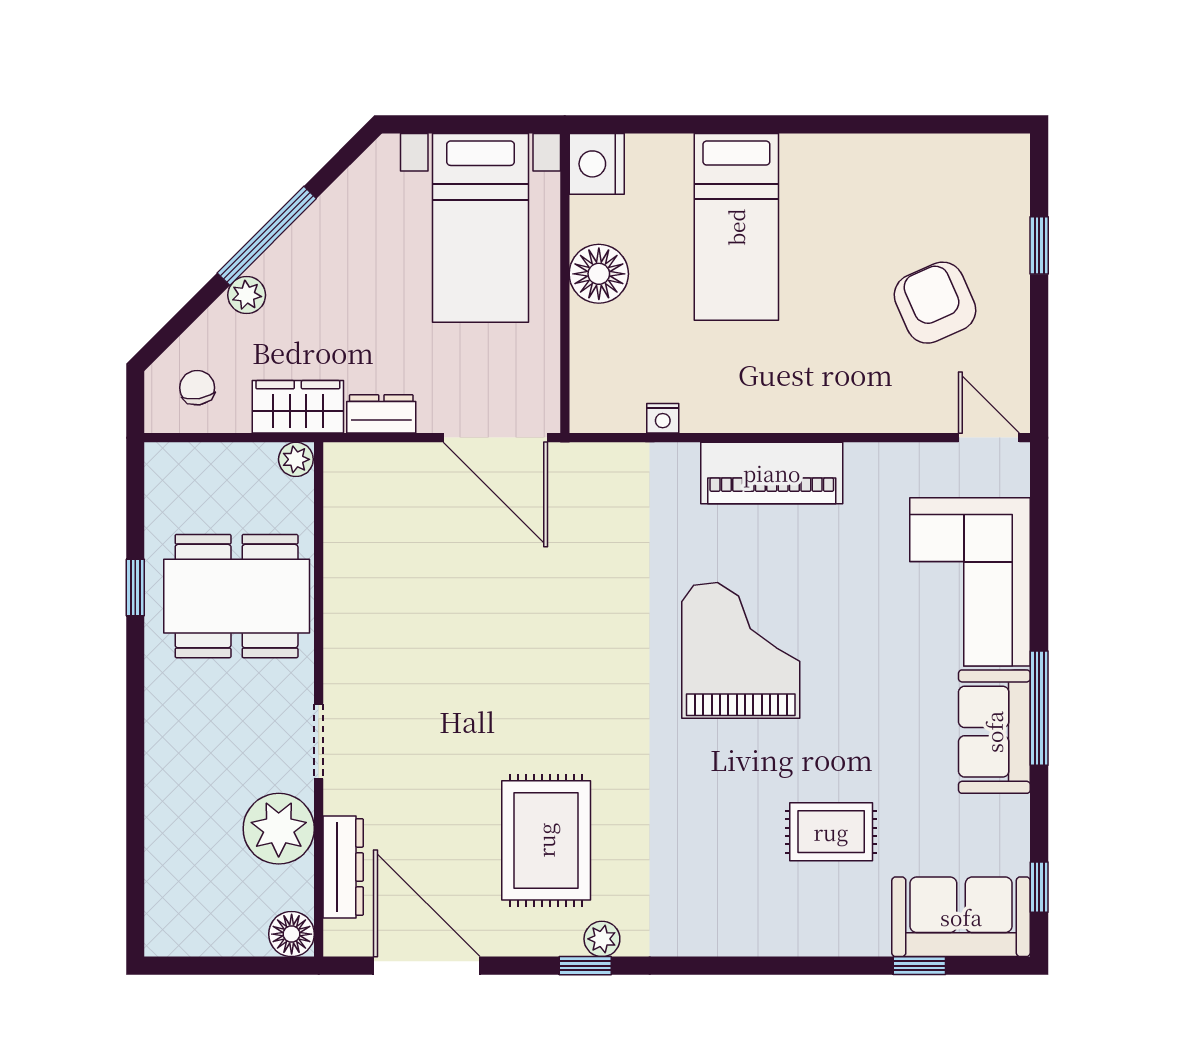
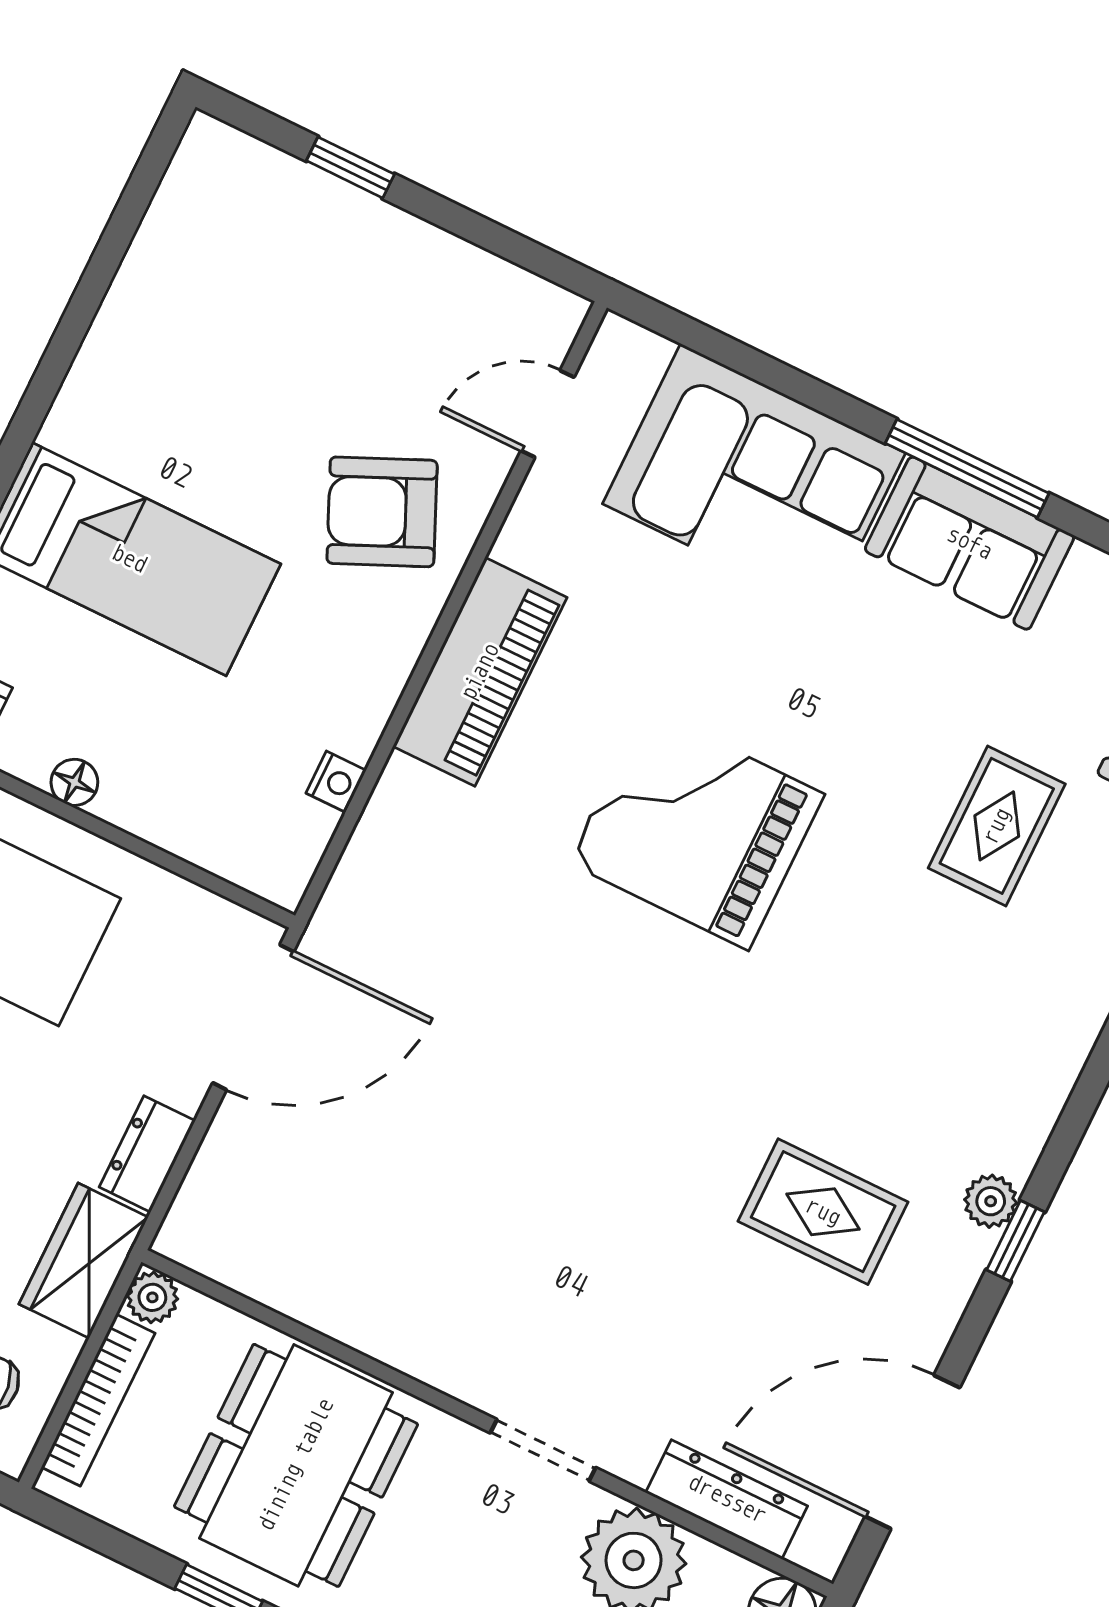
floor lamp: (599, 274) -> (74, 782), width x0.53, depth x0.53
armchair: (935, 303) -> (382, 512), moved
door: (989, 438) -> (547, 414), moved
bookcase: (218, 457) -> (98, 1400), added
rug: (546, 840) -> (823, 1212), width x0.73, depth x0.70

